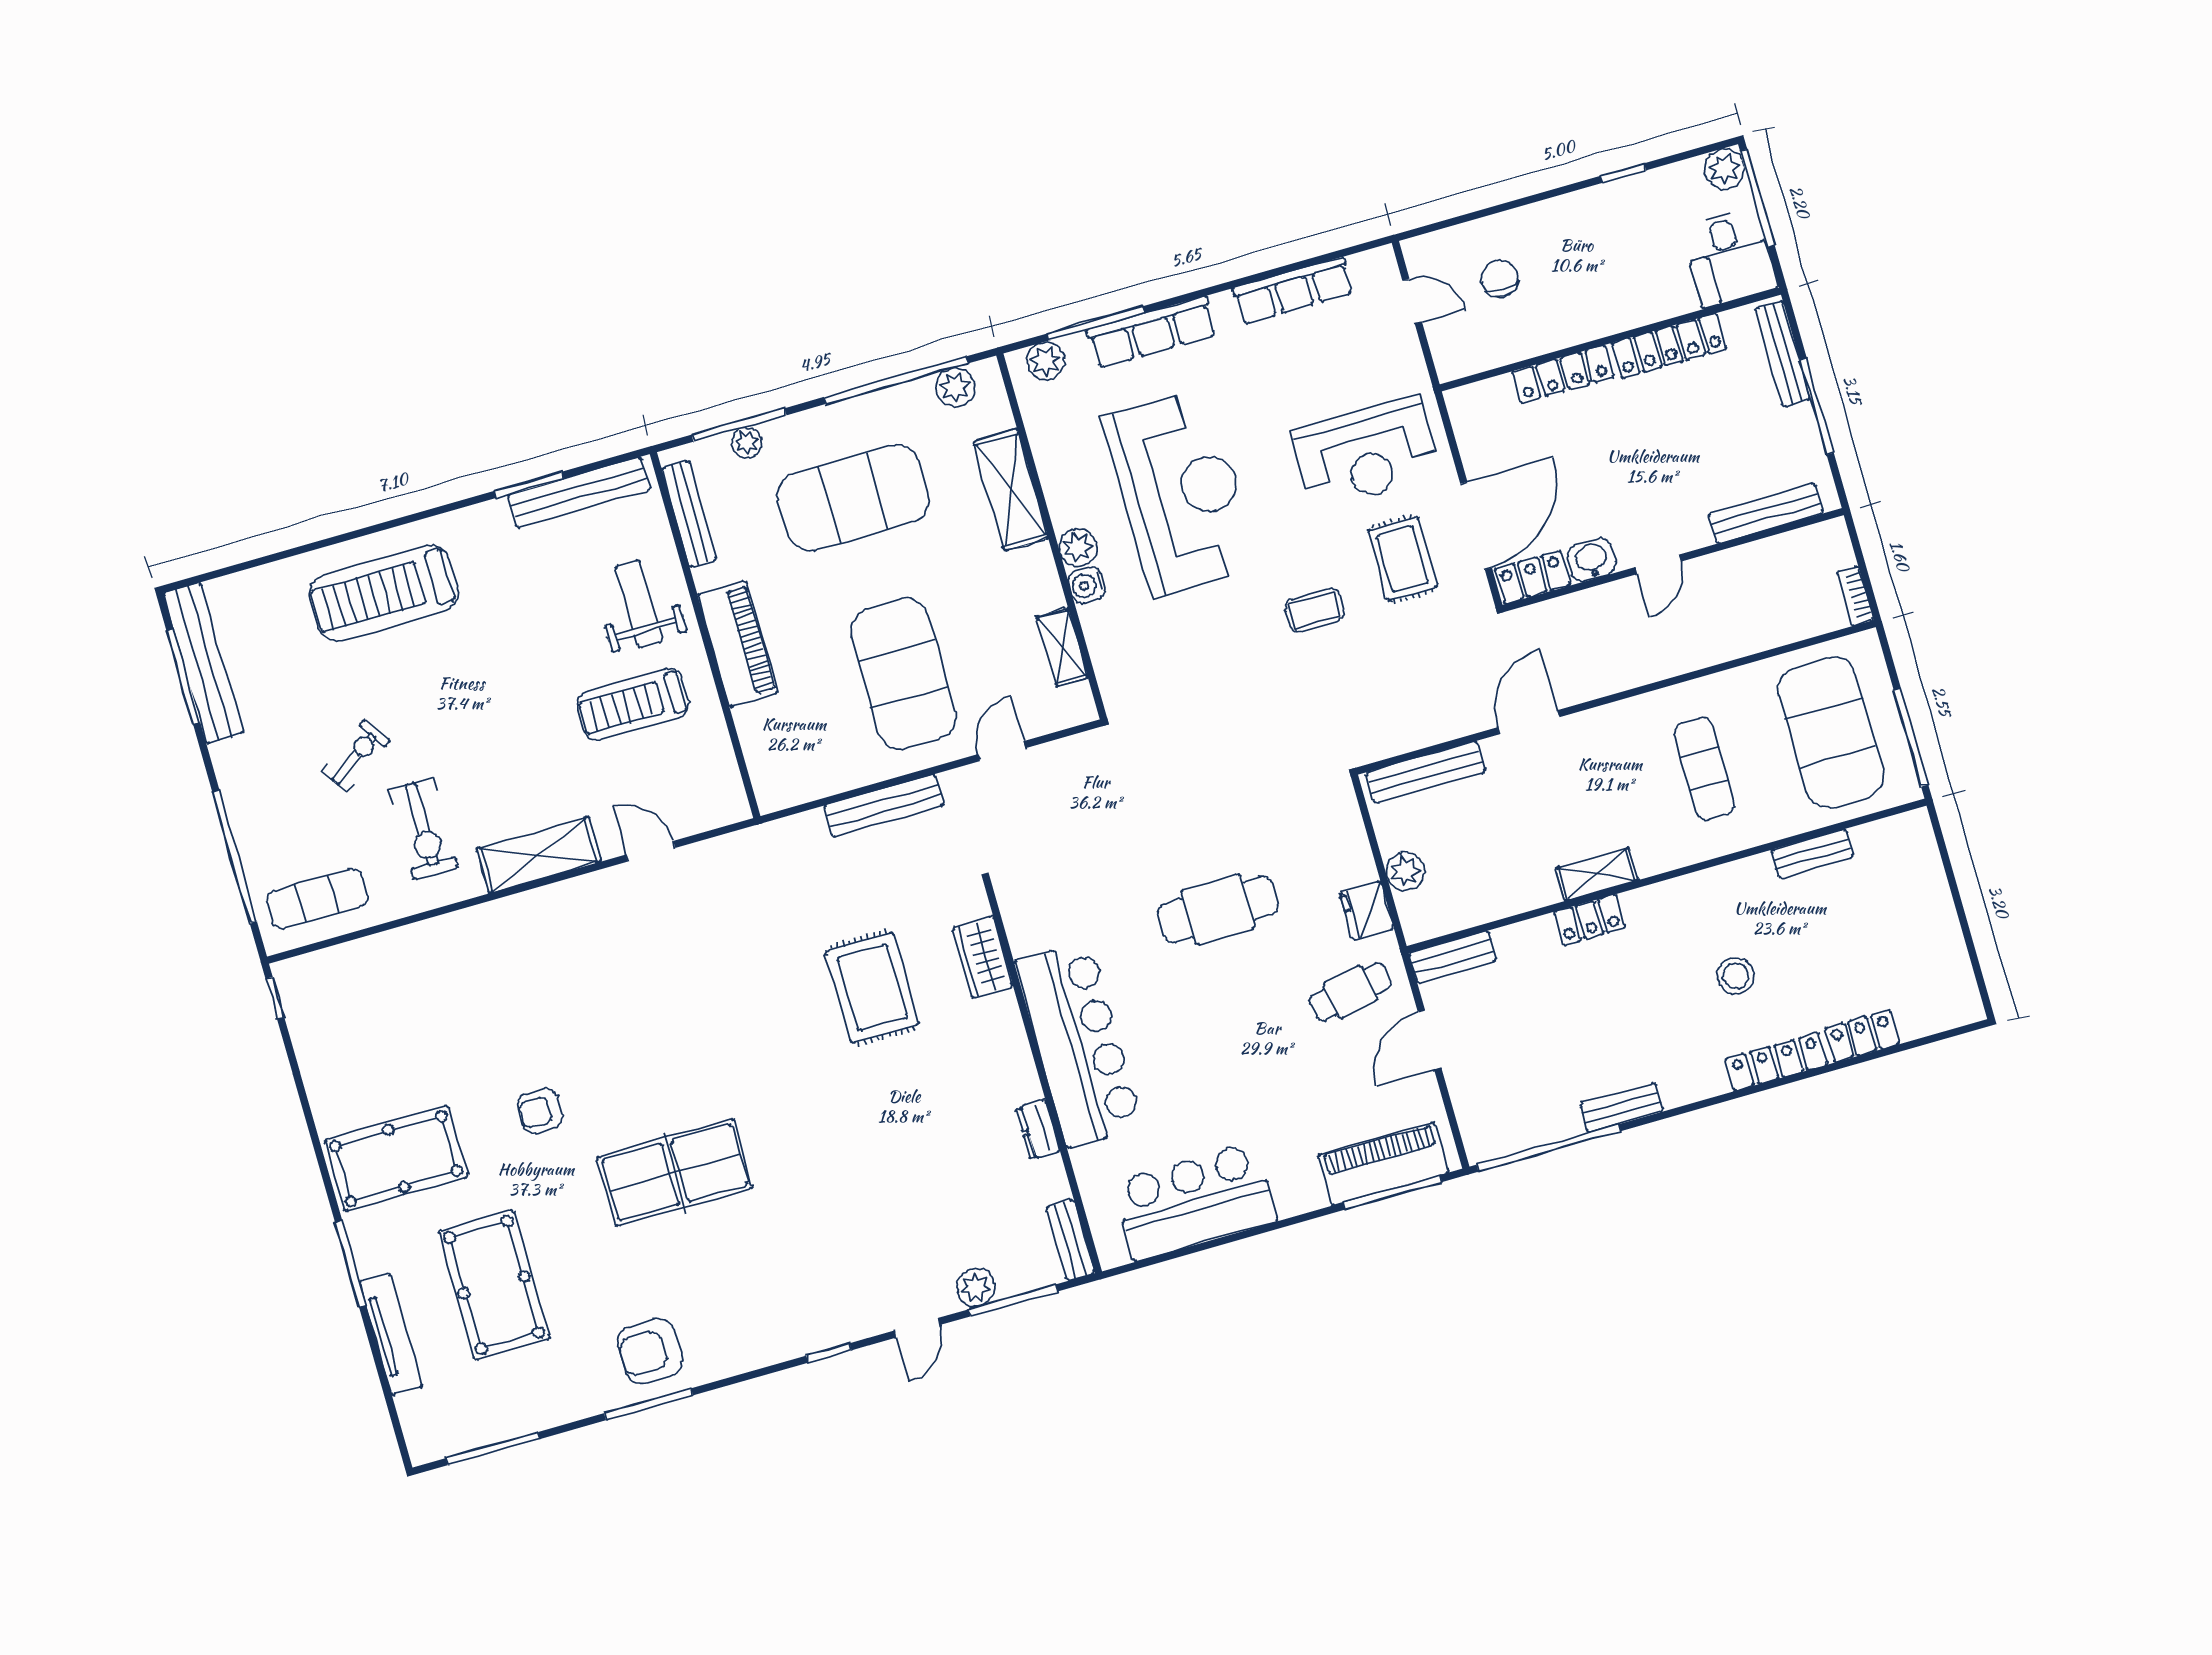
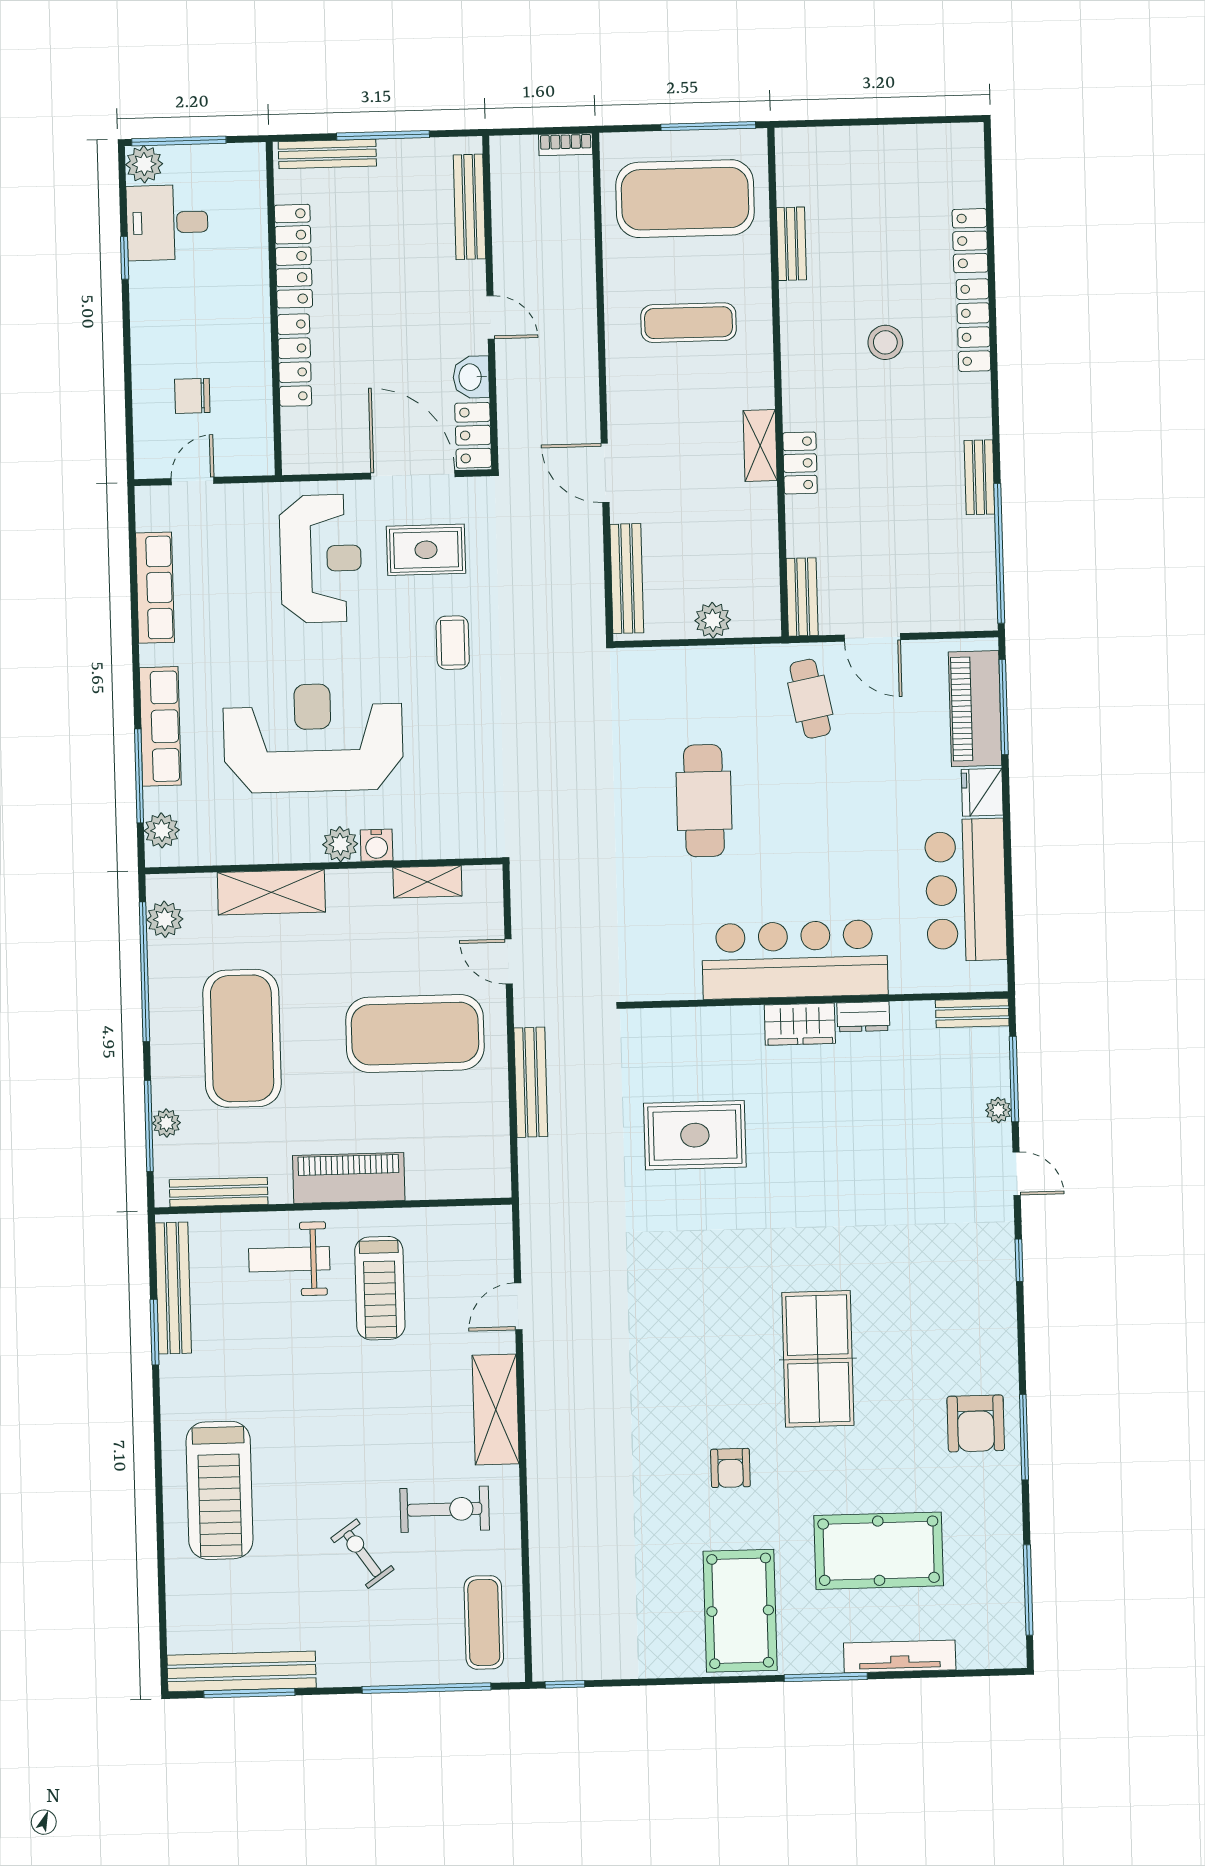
desk: (1729, 257) -> (167, 223), moved, turned 180
fridge: (1367, 911) -> (982, 792), moved, turned 90
wardrobe: (983, 957) -> (800, 1024), moved
plant: (976, 1287) -> (998, 1110), width x0.73, depth x0.73

